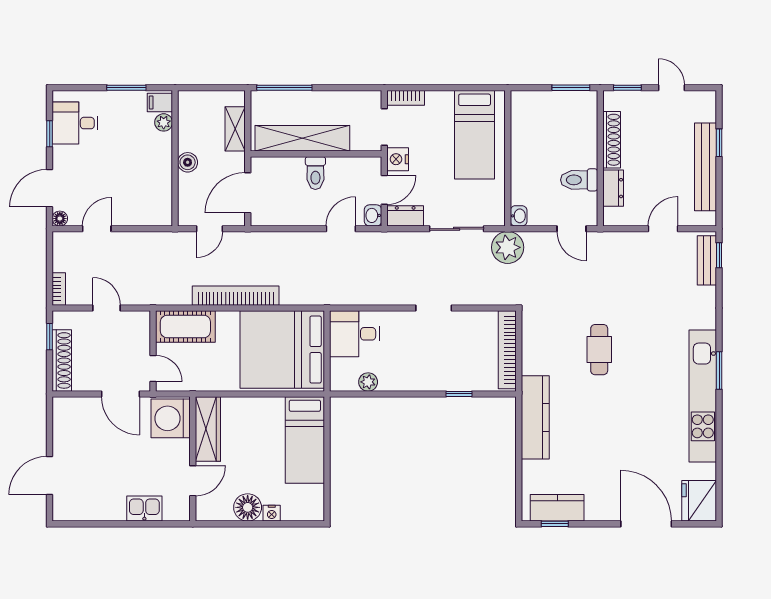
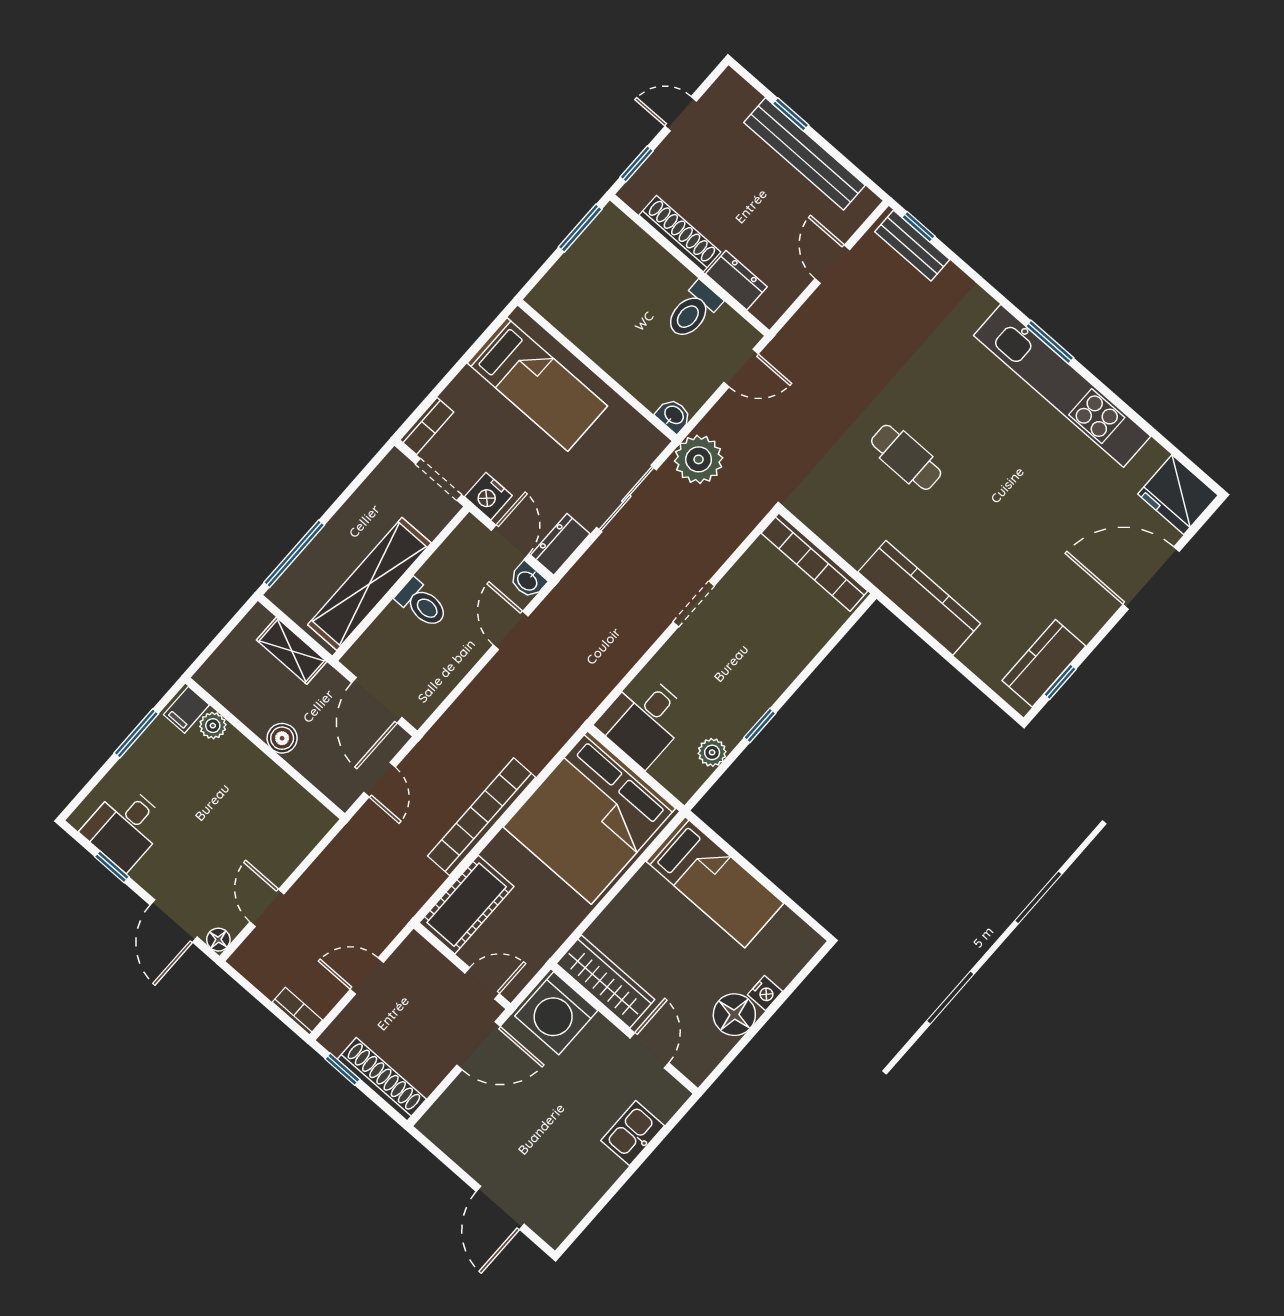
window: (459, 394) -> (760, 725), moved

